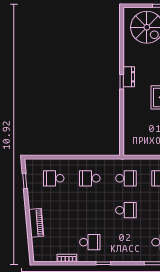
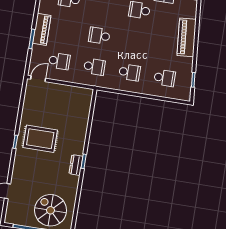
school desk: (126, 178) -> (94, 67), turned 180
piano: (36, 223) -> (187, 37), width x1.37, depth x1.33

